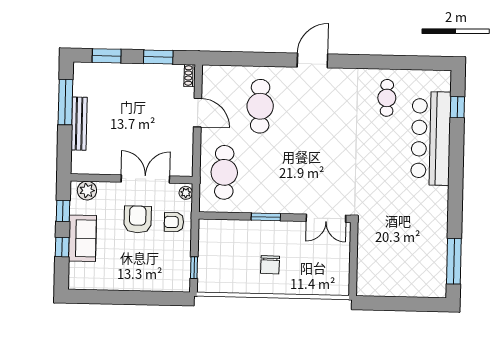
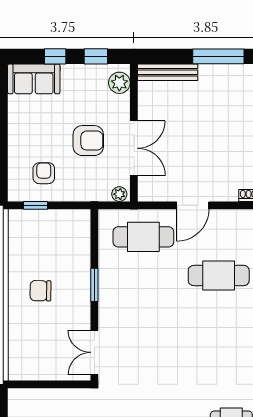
door: (198, 113) -> (193, 205), moved
bench: (79, 124) -> (168, 72), moved
armchair: (174, 222) -> (44, 173), moved
sofa: (82, 238) -> (34, 79), moved

